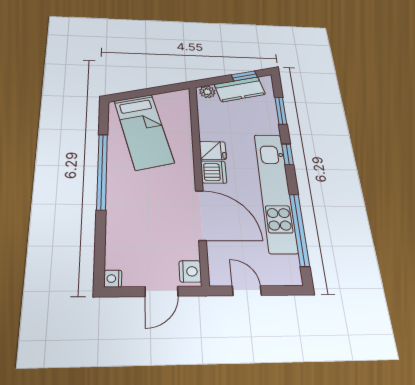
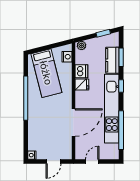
kitchen counter: (240, 89) -> (112, 60), moved, turned 104
dishwasher: (214, 172) -> (81, 71), moved
door: (201, 215) -> (73, 123), hinge flipped
nightstand: (190, 271) -> (67, 57), moved
door: (247, 291) -> (92, 161), hinge flipped

